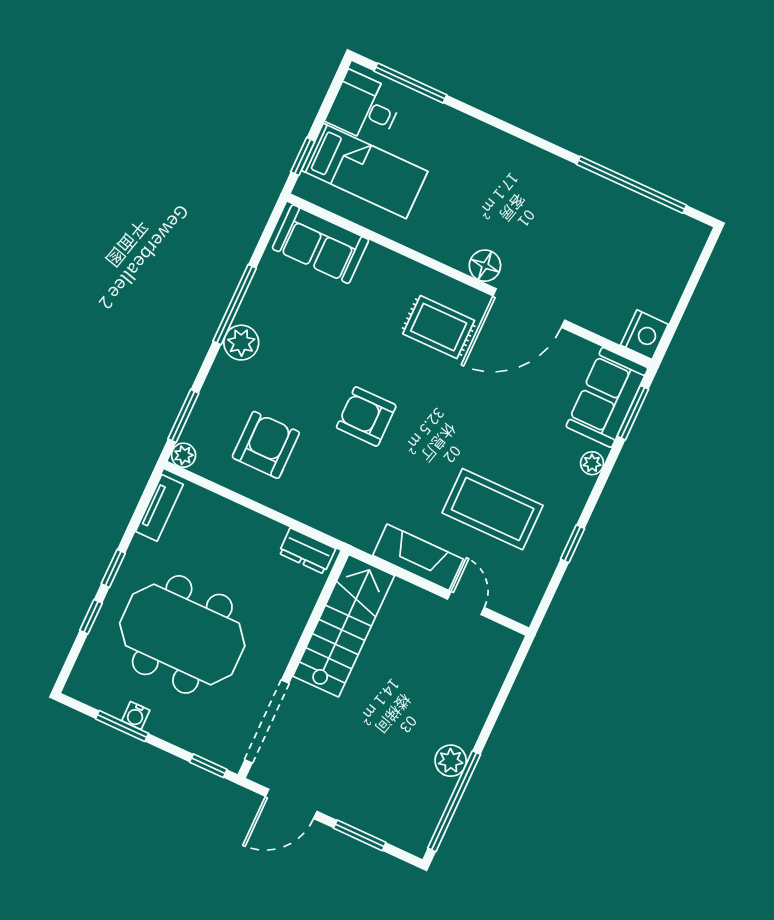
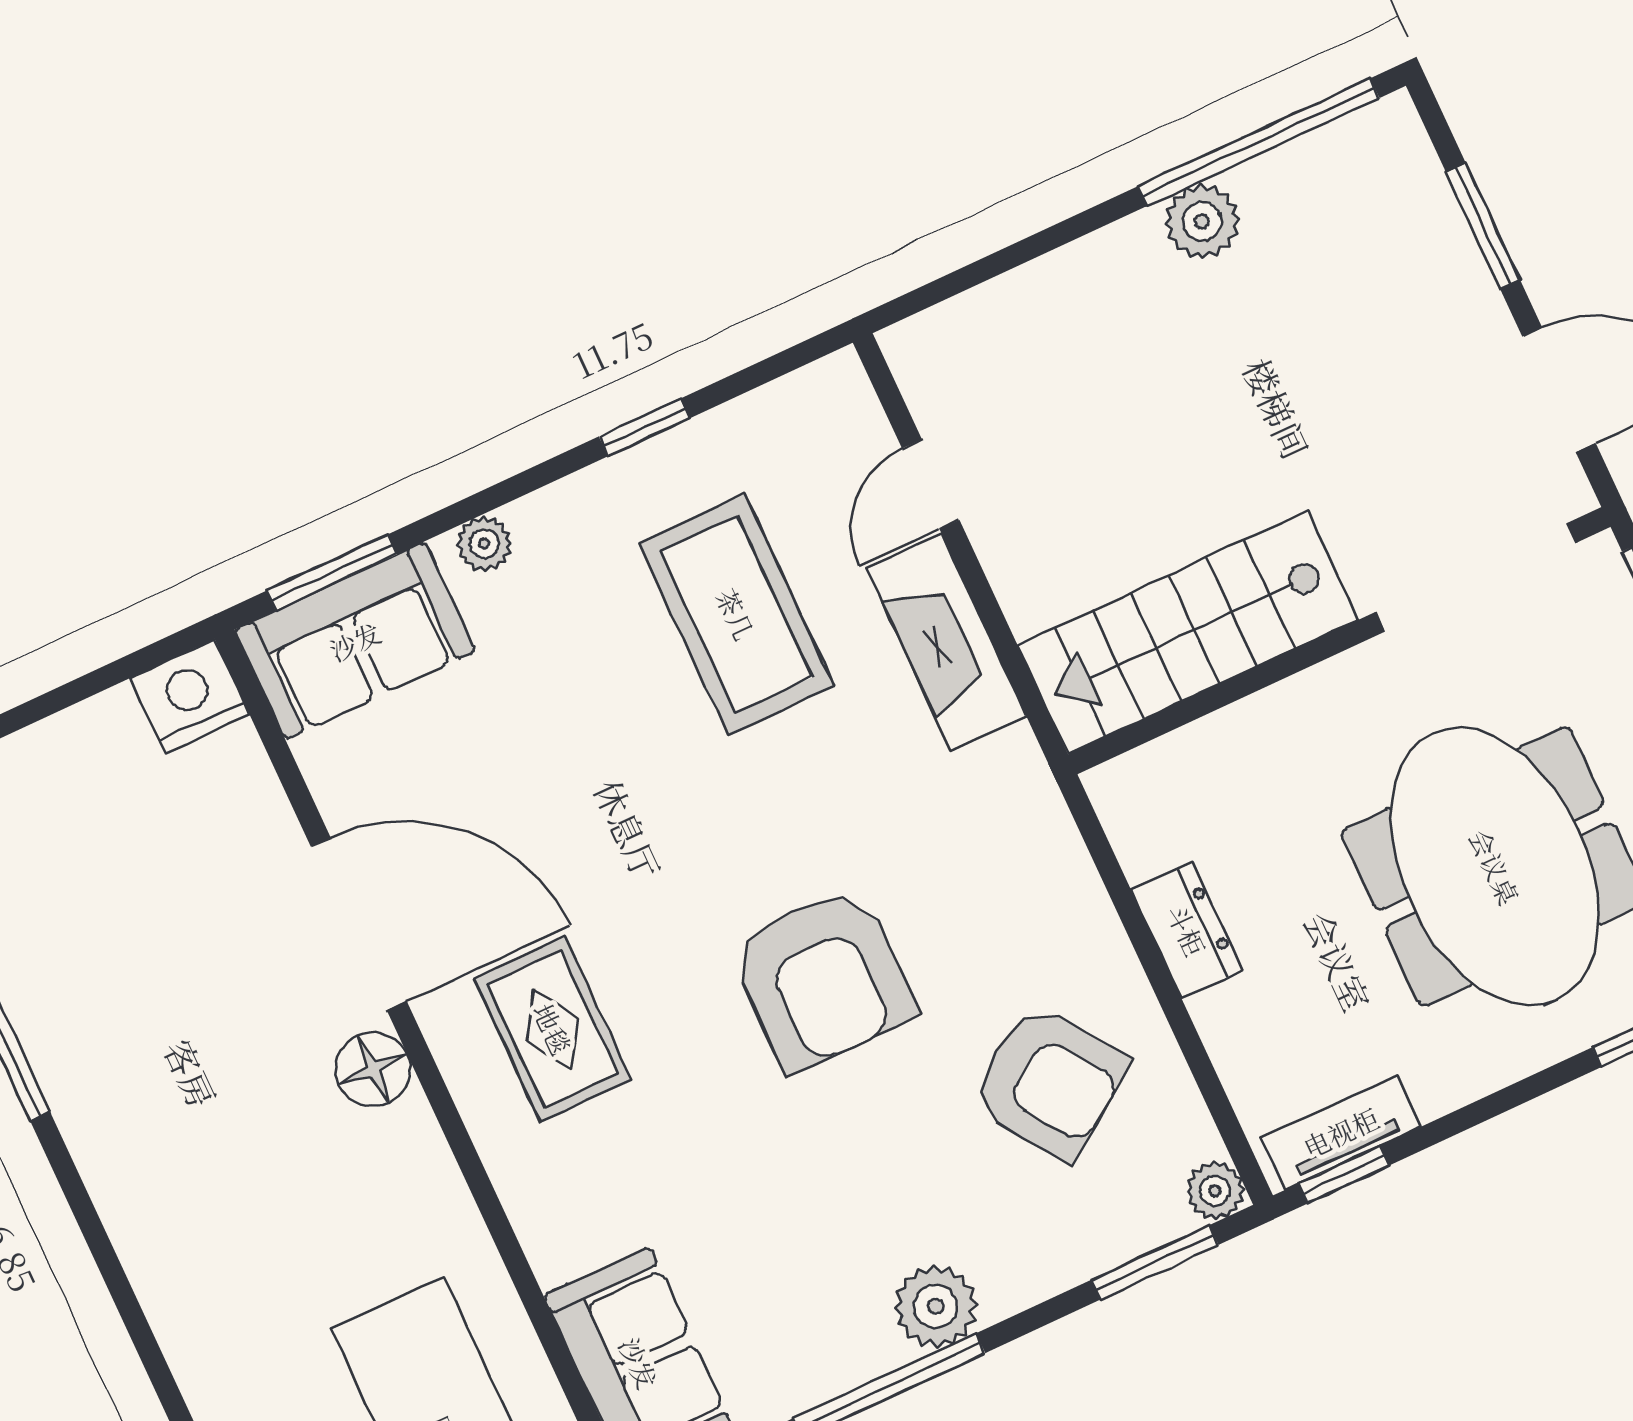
armchair: (366, 416) -> (823, 978), width x1.36, depth x1.36
armchair: (266, 445) -> (1049, 1082), turned -125
dresser: (307, 551) -> (1187, 930), moved
window: (113, 568) -> (1344, 1175), moved

